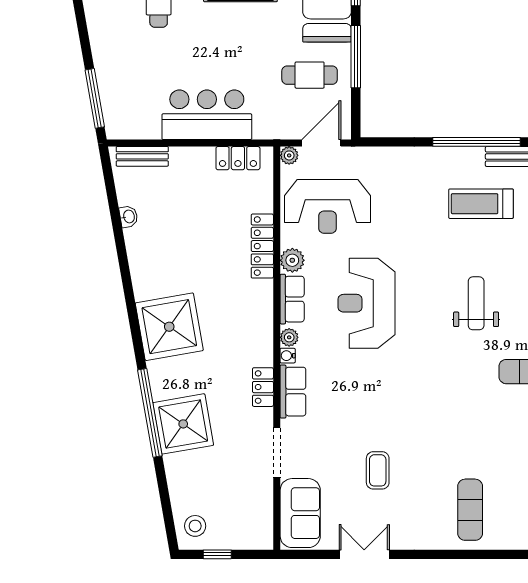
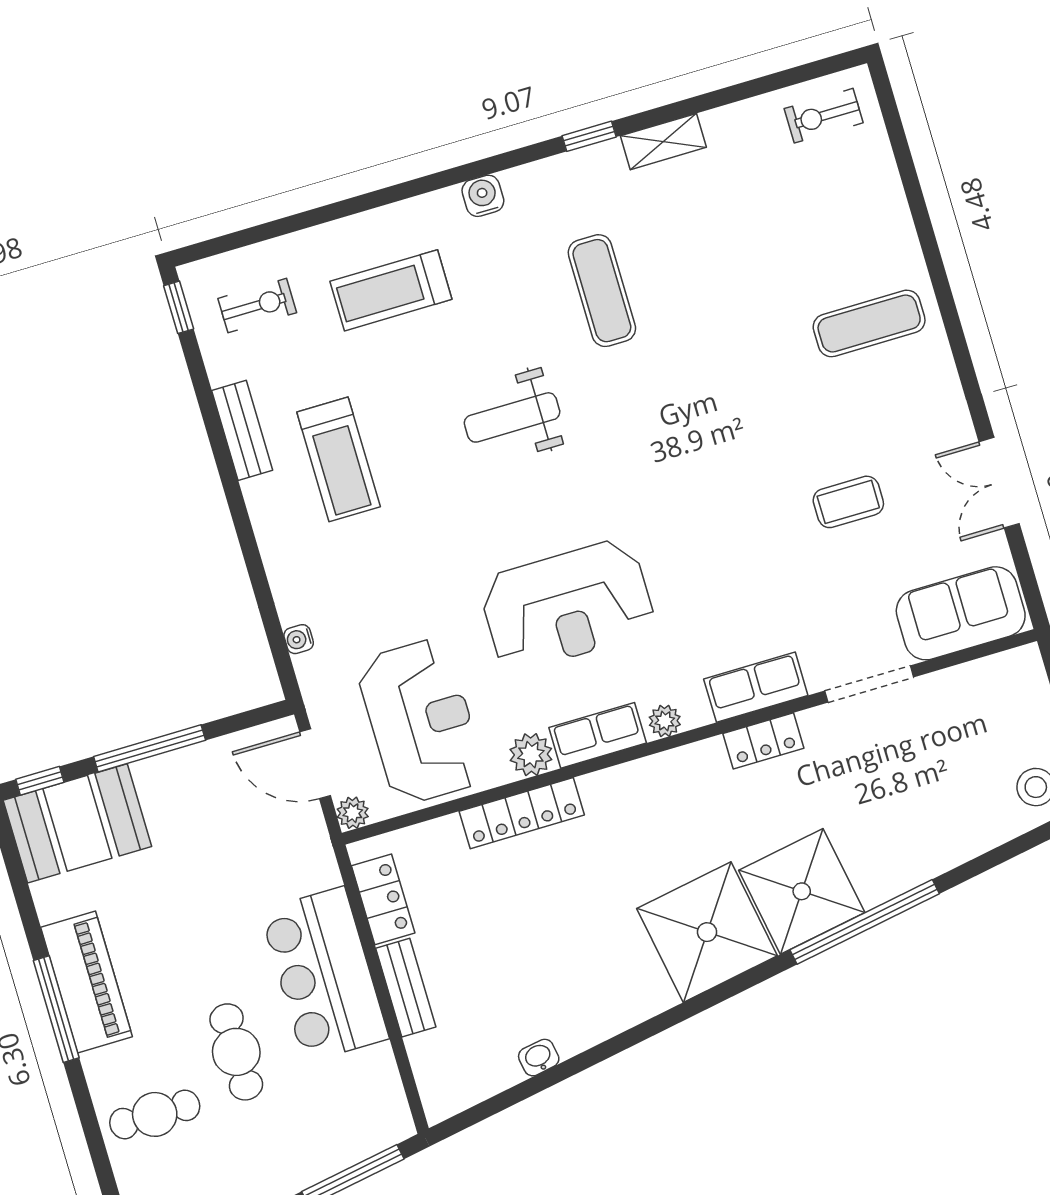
cafe table: (310, 75) -> (236, 1052), moved
window: (477, 142) -> (235, 498), removed
bench: (142, 156) -> (406, 988), moved
water cooler: (288, 356) -> (299, 639), moved, turned 90
shower: (183, 424) -> (802, 891), moved

